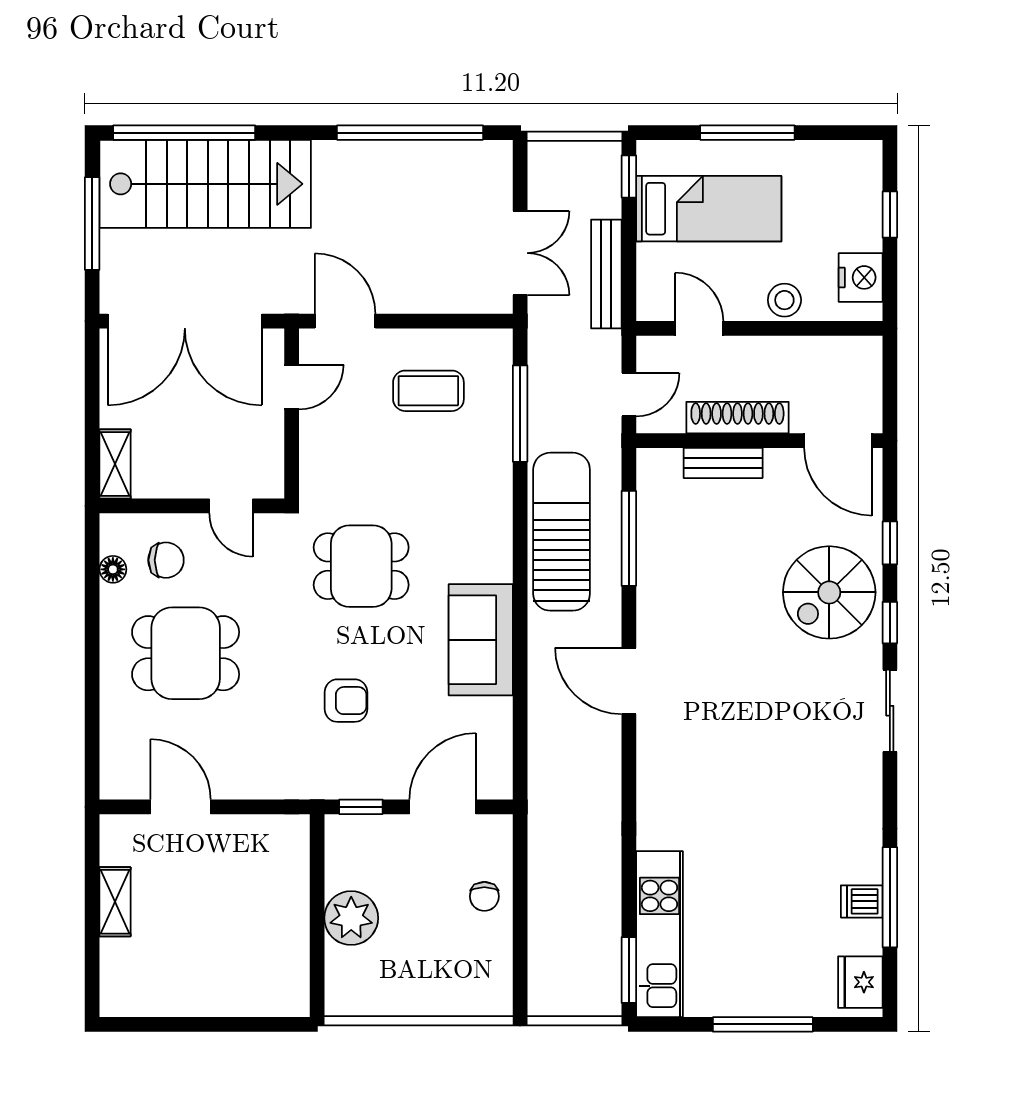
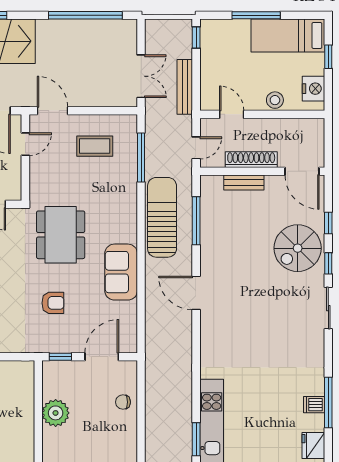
bed: (709, 209) -> (288, 35), moved, turned 180
dining table: (361, 566) -> (61, 235), width x1.38
chair: (484, 896) -> (123, 402), turned 90

